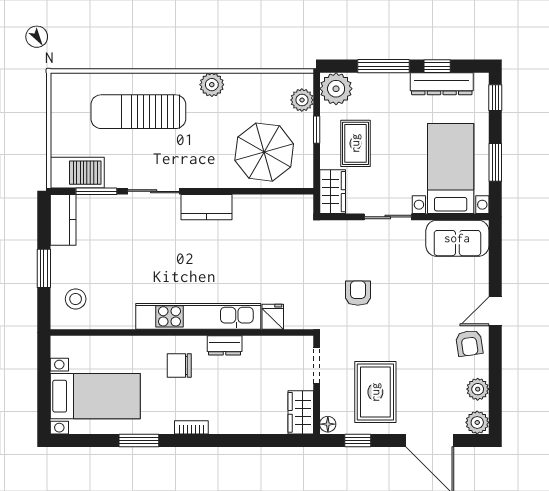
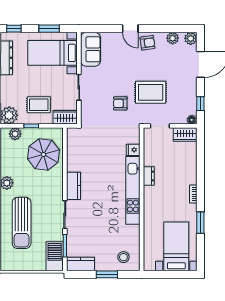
chair: (179, 365) -> (160, 201), removed
rug: (375, 392) -> (151, 92), moved

